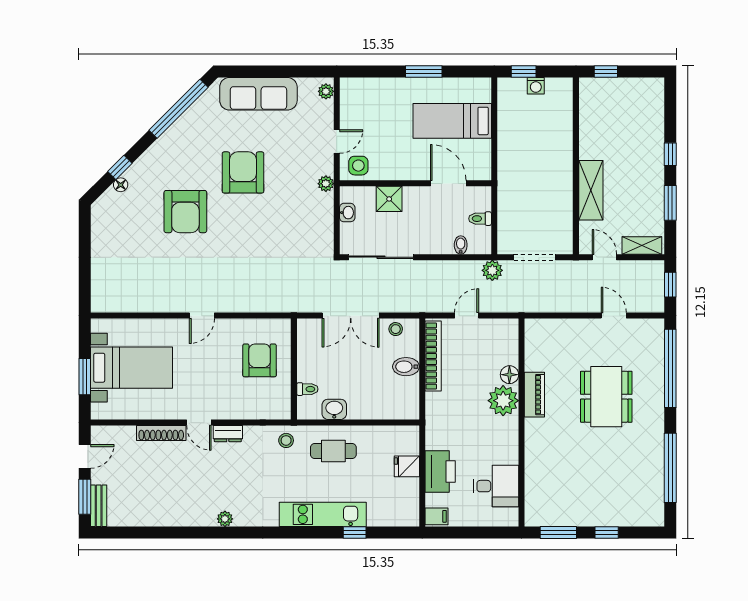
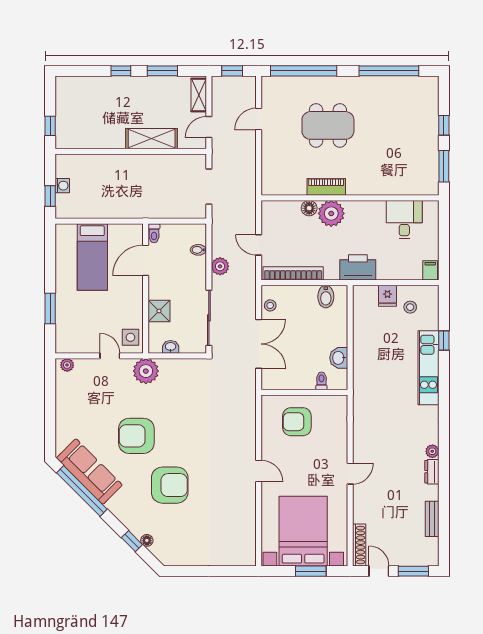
window: (424, 71) -> (50, 308), moved
sofa: (258, 94) -> (89, 472), moved, turned -45
plant: (326, 184) -> (146, 371), width x1.87, depth x1.87
toilet: (480, 219) -> (154, 233), moved
plant: (492, 270) -> (220, 266), moved
bidet: (406, 367) -> (326, 297), moved
bed with nightstands: (132, 368) -> (303, 531), width x1.36
shoe rack: (161, 433) -> (359, 545), moved
dresser: (228, 434) -> (432, 472), moved, turned 180
stool: (286, 440) -> (410, 307), moved
cafe table: (333, 451) -> (374, 359), removed
printer: (440, 472) -> (358, 267), moved
bench: (99, 506) -> (432, 519), moved, turned 90

